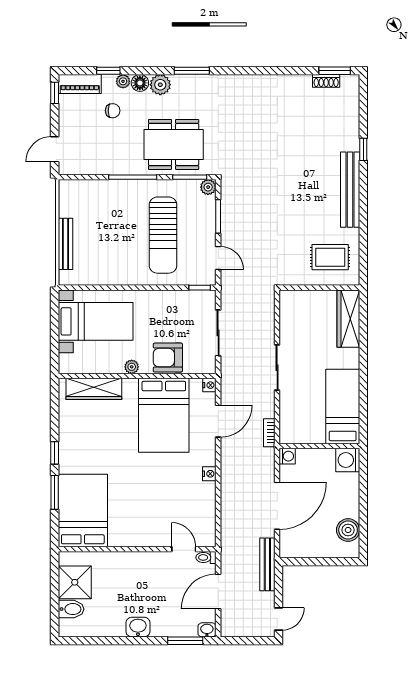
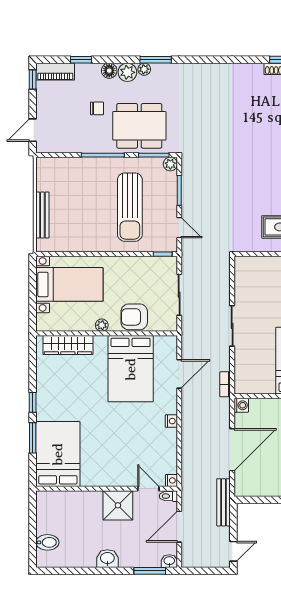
plant: (123, 81) -> (144, 69), moved
chair: (113, 111) -> (97, 108), moved
nightstand: (209, 385) -> (171, 480), moved
shower: (75, 582) -> (118, 505), moved

